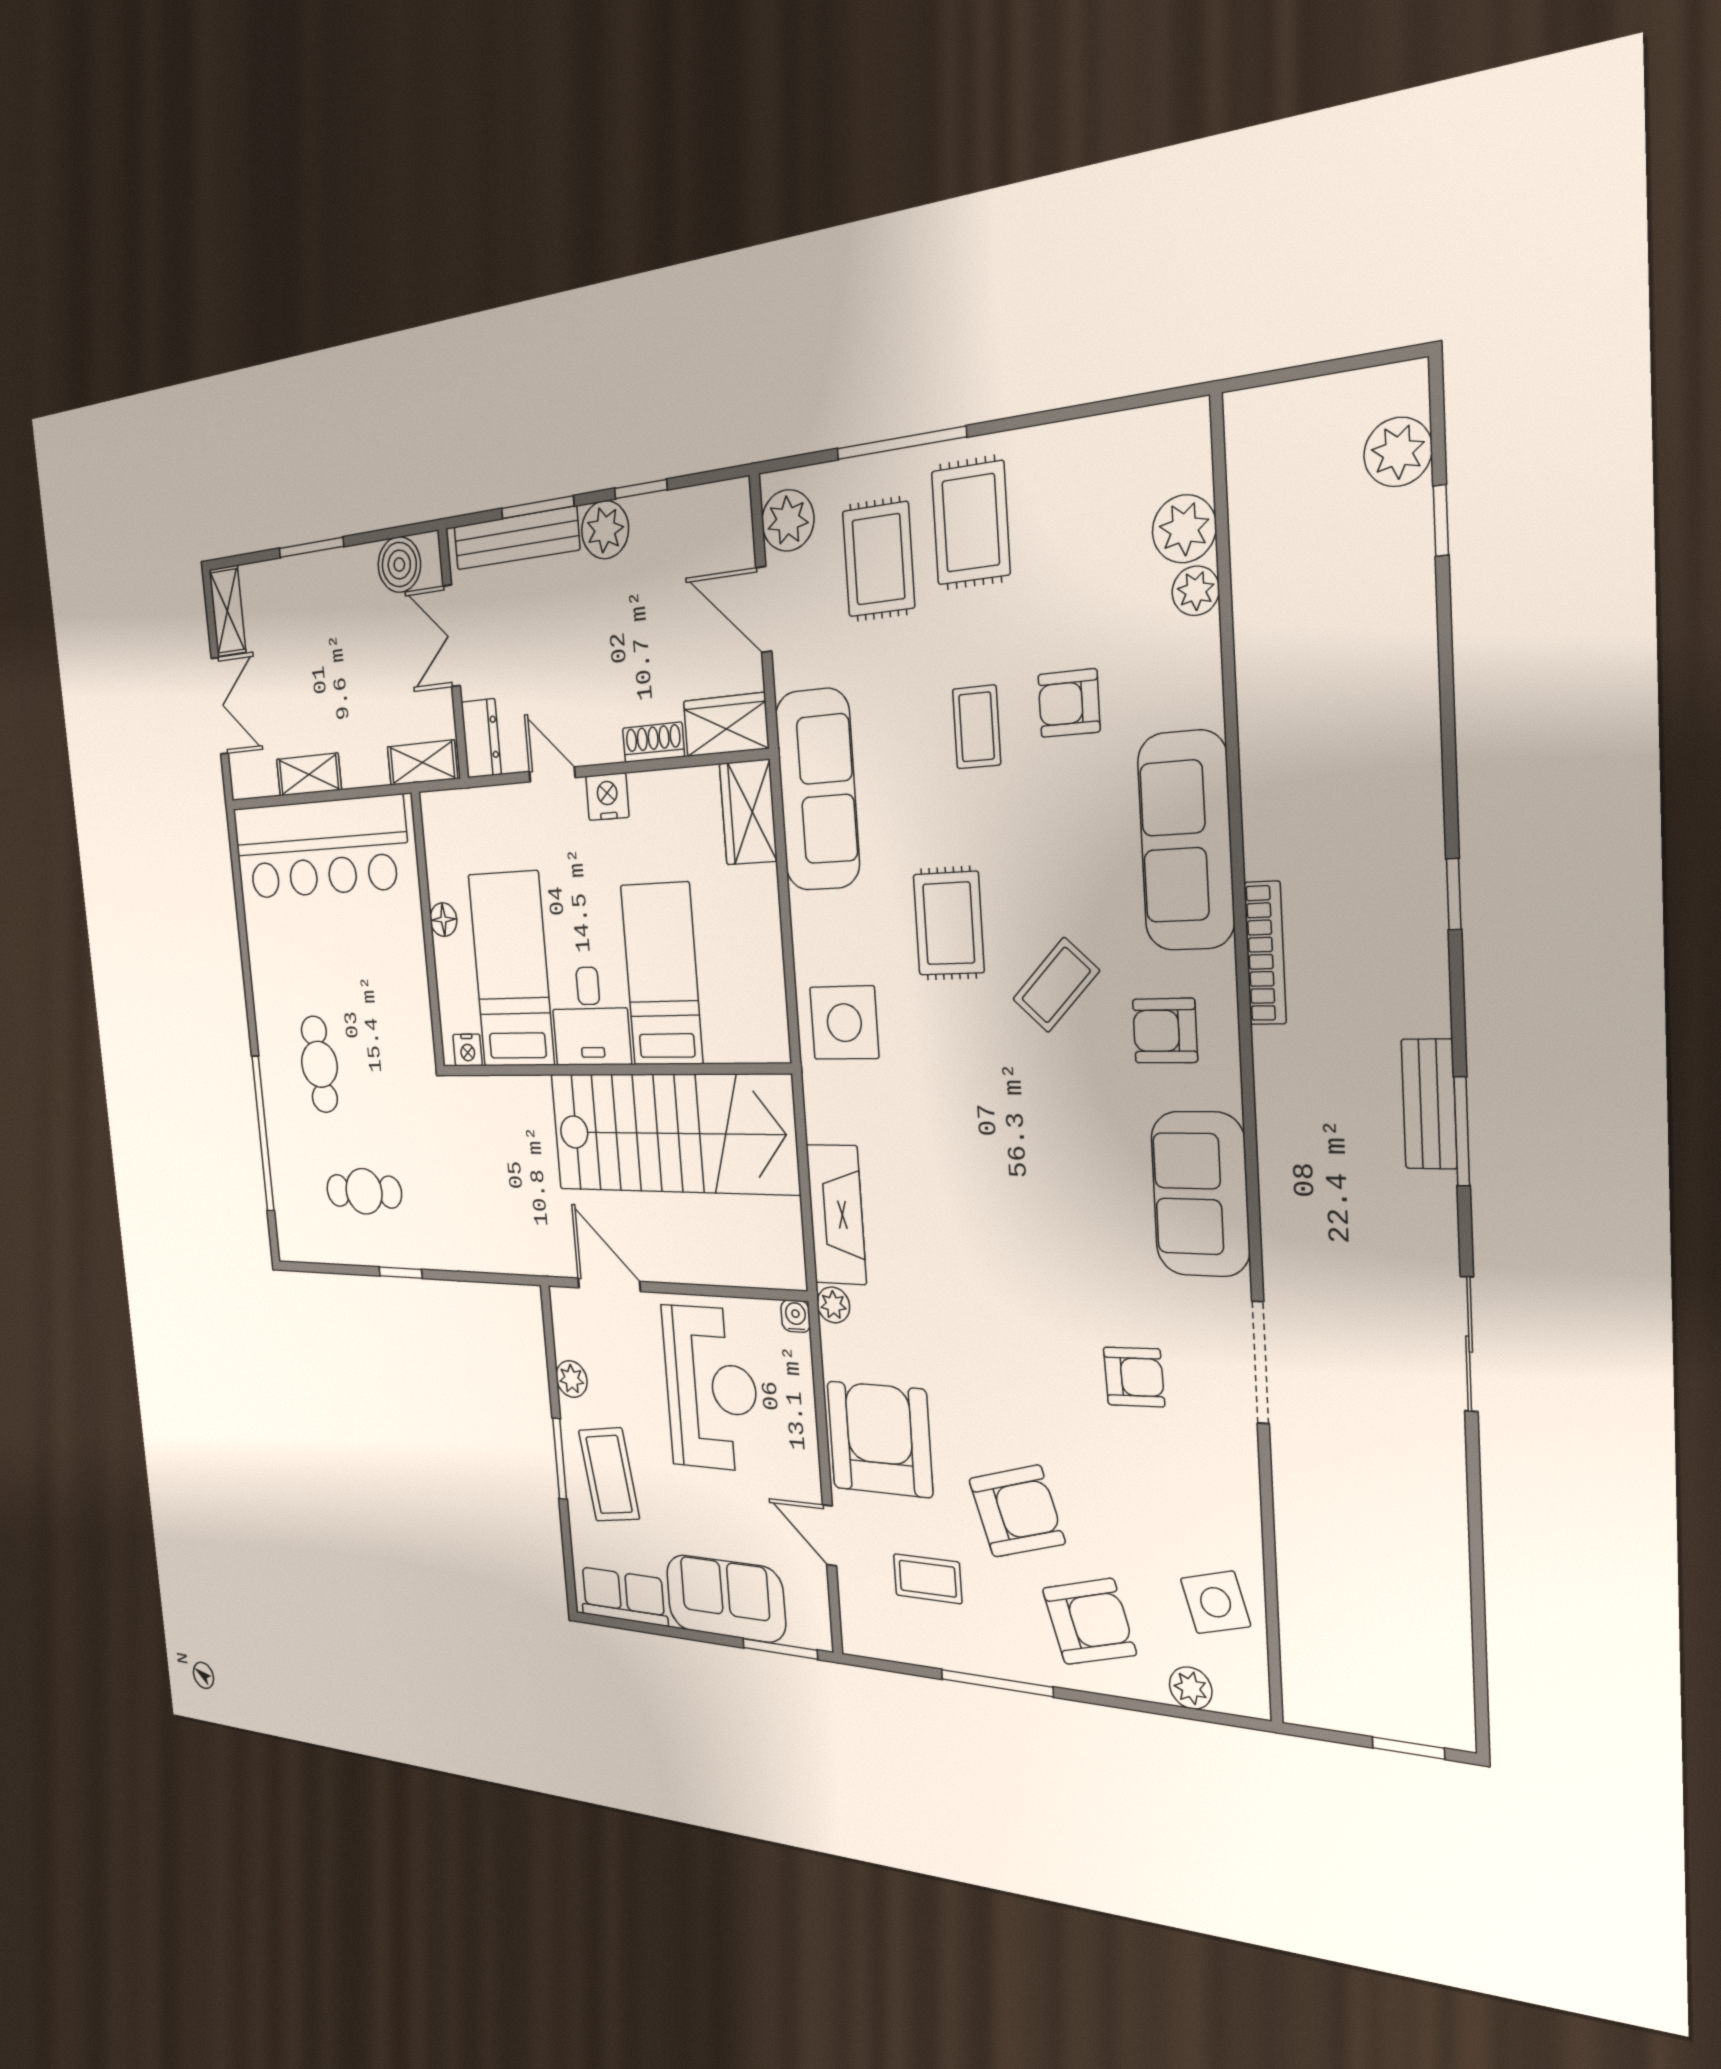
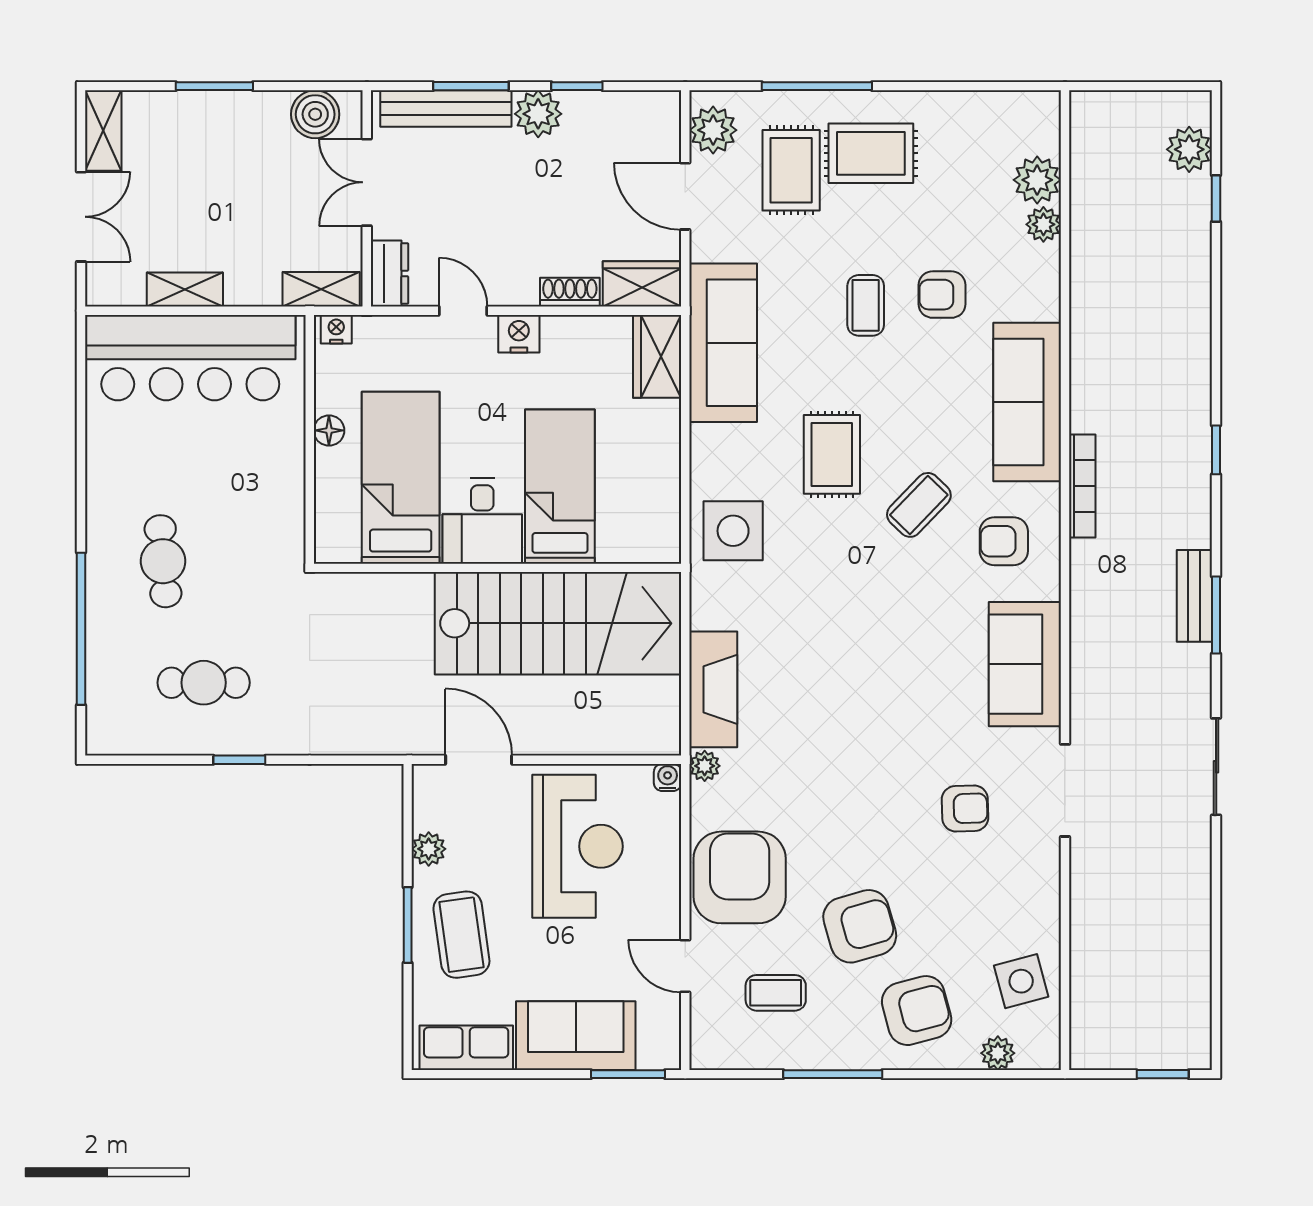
rug: (971, 523) -> (871, 153), turned 90
nightstand: (468, 1050) -> (336, 329), moved, turned 180

